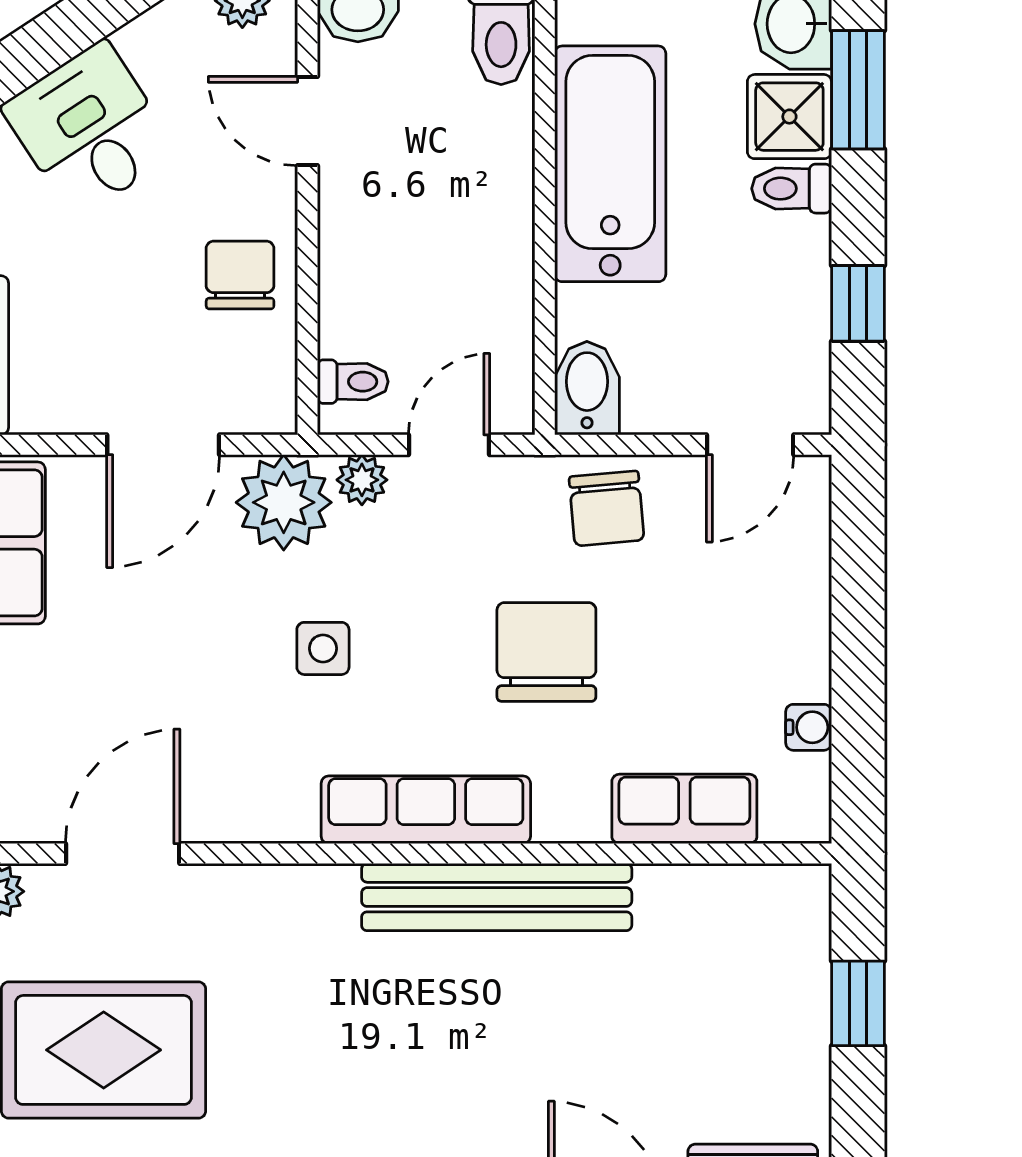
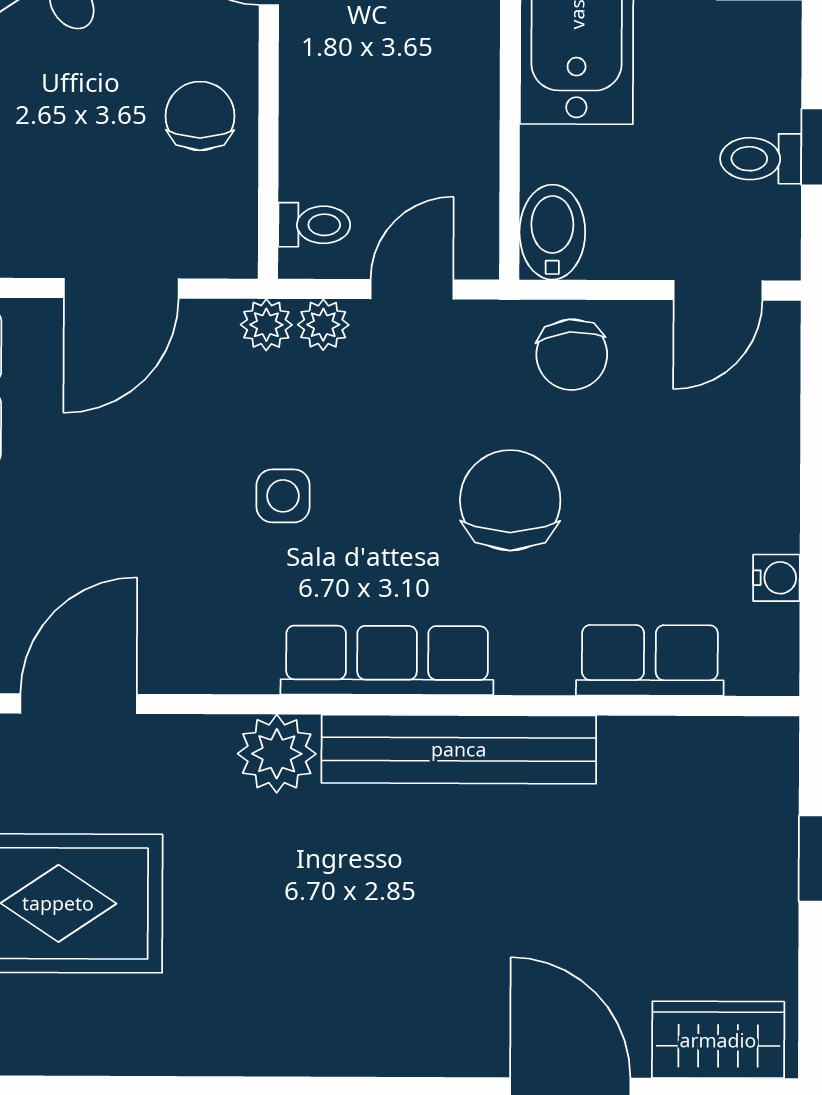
toilet: (792, 189) -> (761, 159), moved
plant: (284, 502) -> (266, 325), width x0.53, depth x0.53
plant: (318, 902) -> (277, 754), added

